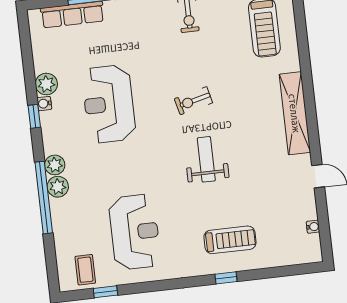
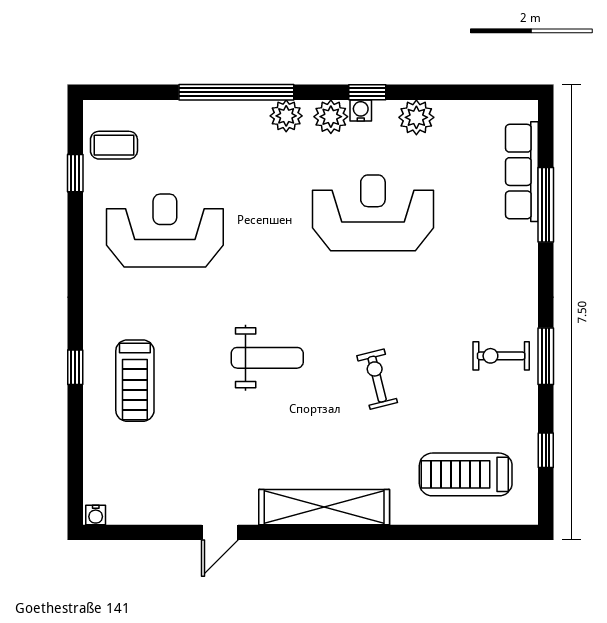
exercise bike: (193, 101) -> (377, 379), moved
water cooler: (44, 104) -> (361, 111), moved
plant: (58, 187) -> (331, 117), moved
water cooler: (313, 227) -> (96, 515), moved
reception desk: (135, 232) -> (165, 231), turned 180

